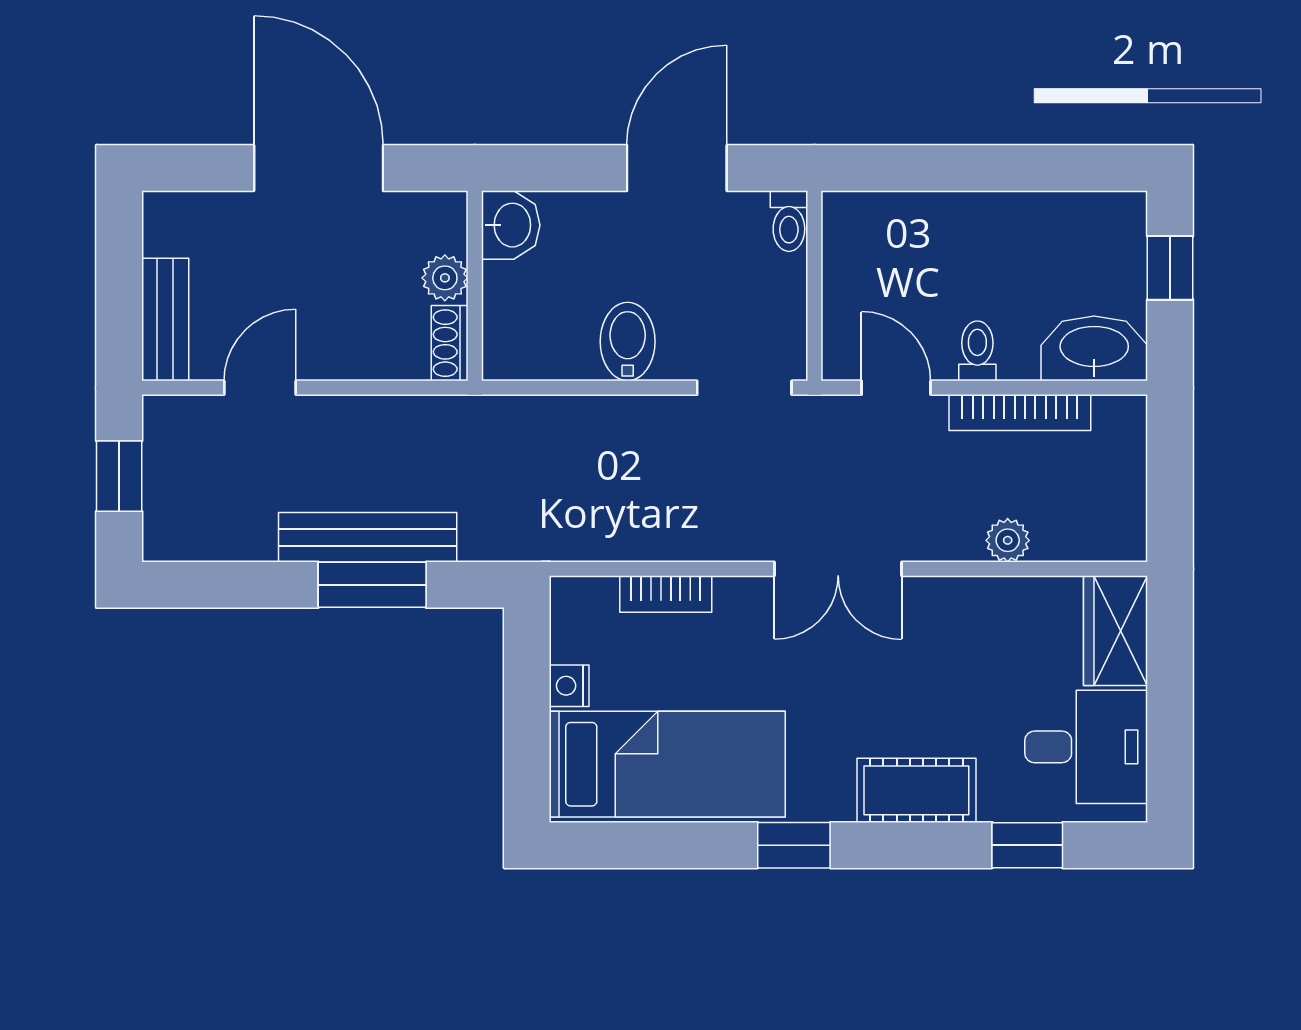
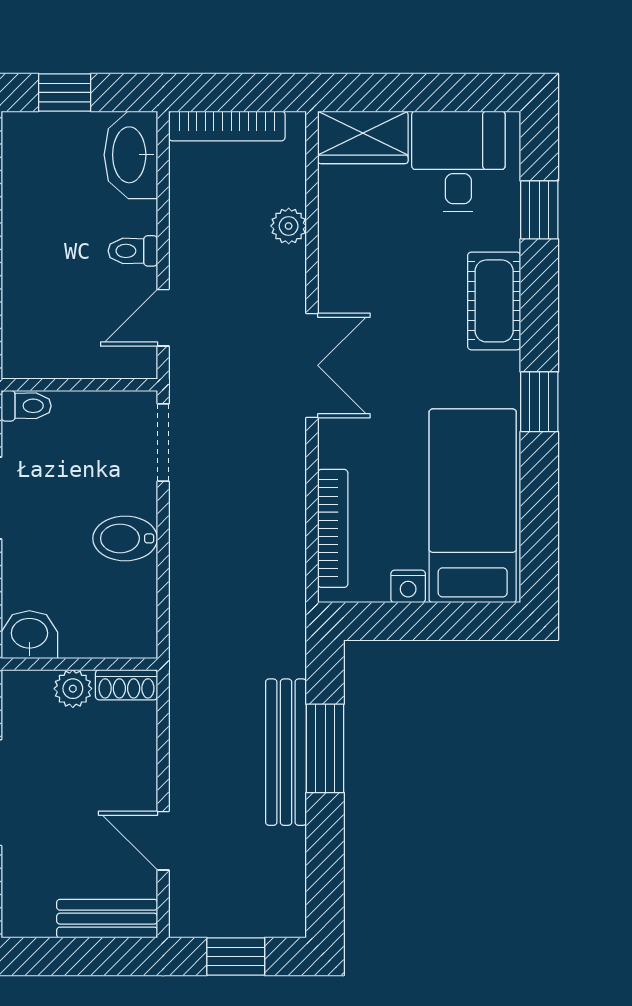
bookcase: (1020, 413) -> (227, 126), moved, turned 90
bookcase: (666, 594) -> (333, 528), width x1.56

